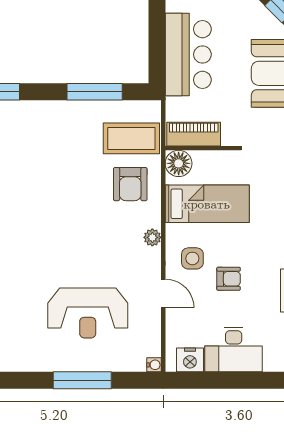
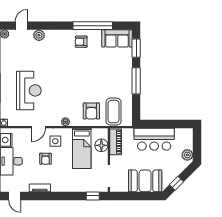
window: (95, 92) -> (136, 81), moved
floor lamp: (179, 163) -> (101, 145), moved
armchair: (130, 184) -> (91, 111), turned -90
reception desk: (88, 313) -> (29, 90), turned 180

